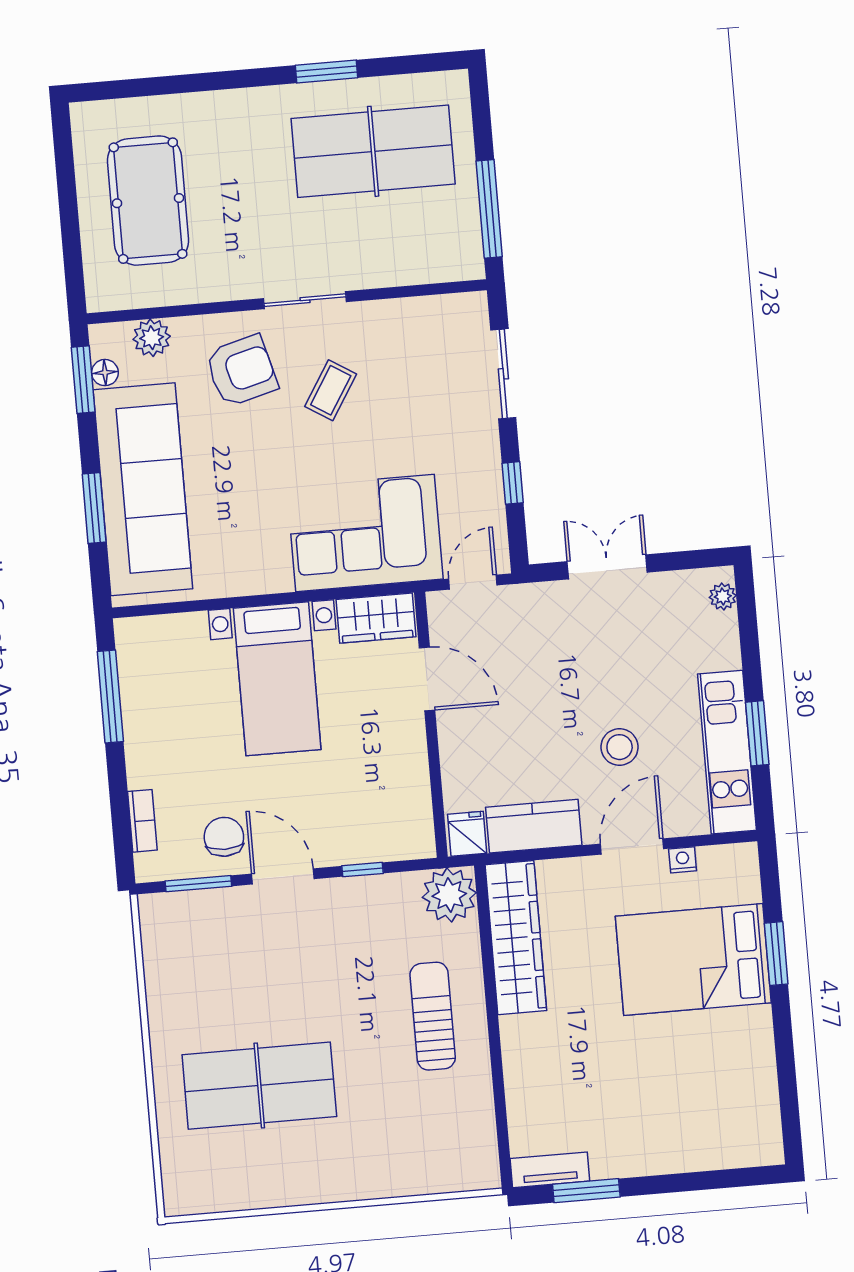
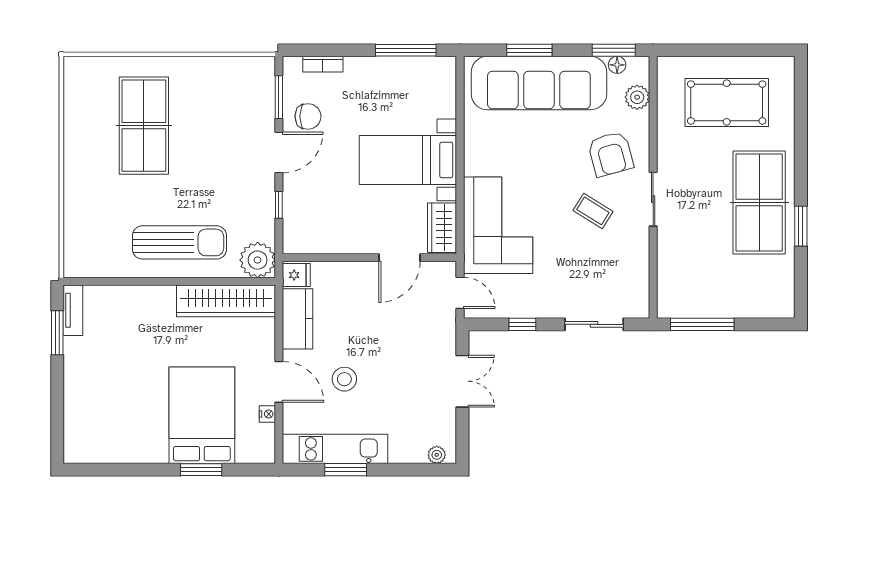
table tennis table: (373, 151) -> (759, 203), moved
sun lounger: (433, 1016) -> (179, 242), width x1.36, depth x1.34

